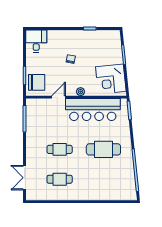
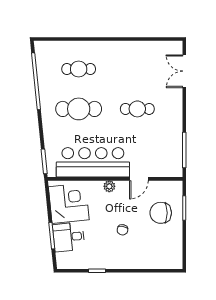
desk: (36, 41) -> (69, 237), moved, turned 84
chair: (37, 82) -> (161, 213), moved
double door: (25, 178) -> (184, 71), swing flipped
cafe table: (60, 179) -> (79, 69), moved

